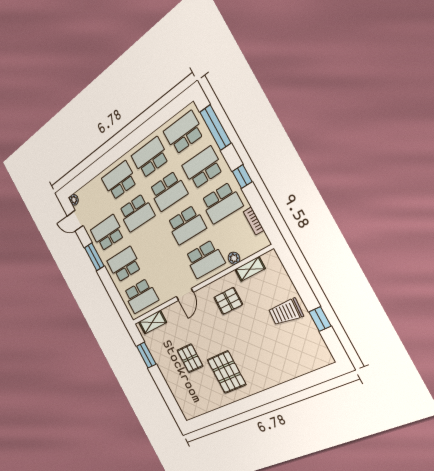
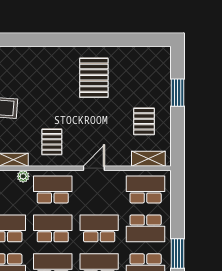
school desk: (154, 246) -> (99, 228), added
pallet: (228, 301) -> (52, 142), turned 90
window: (146, 355) -> (177, 93), moved
pallet: (190, 358) -> (144, 121), moved

